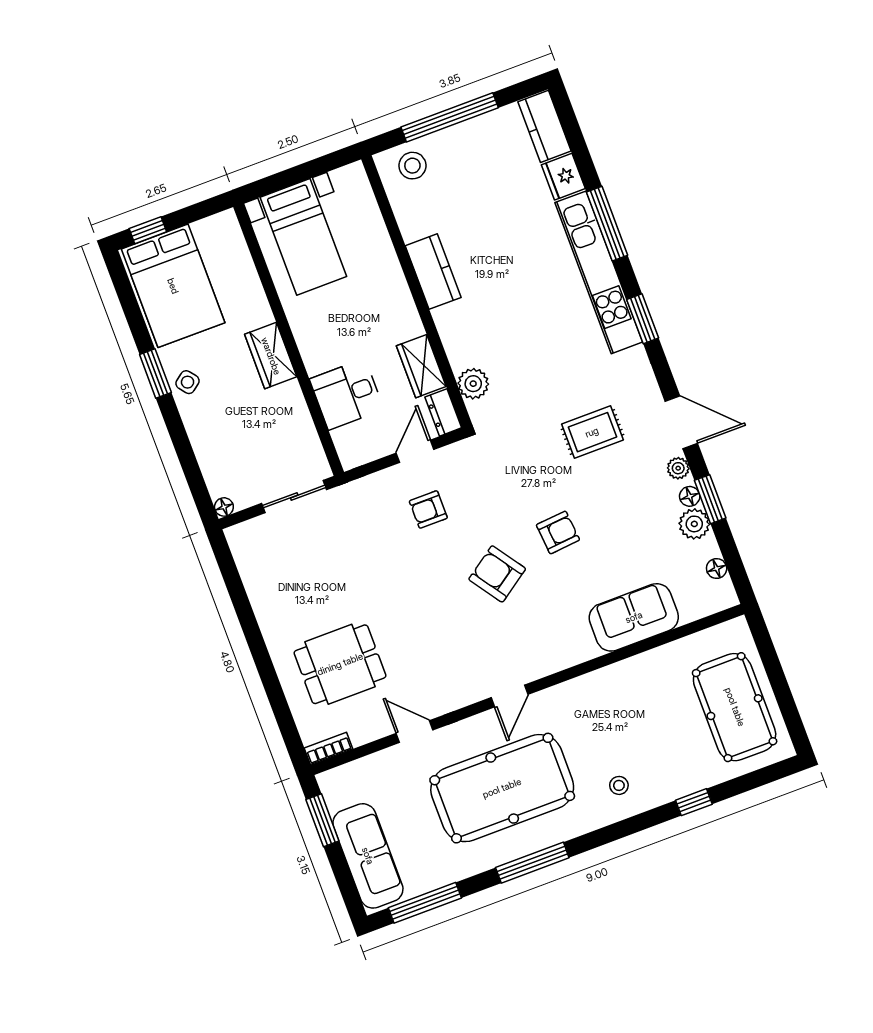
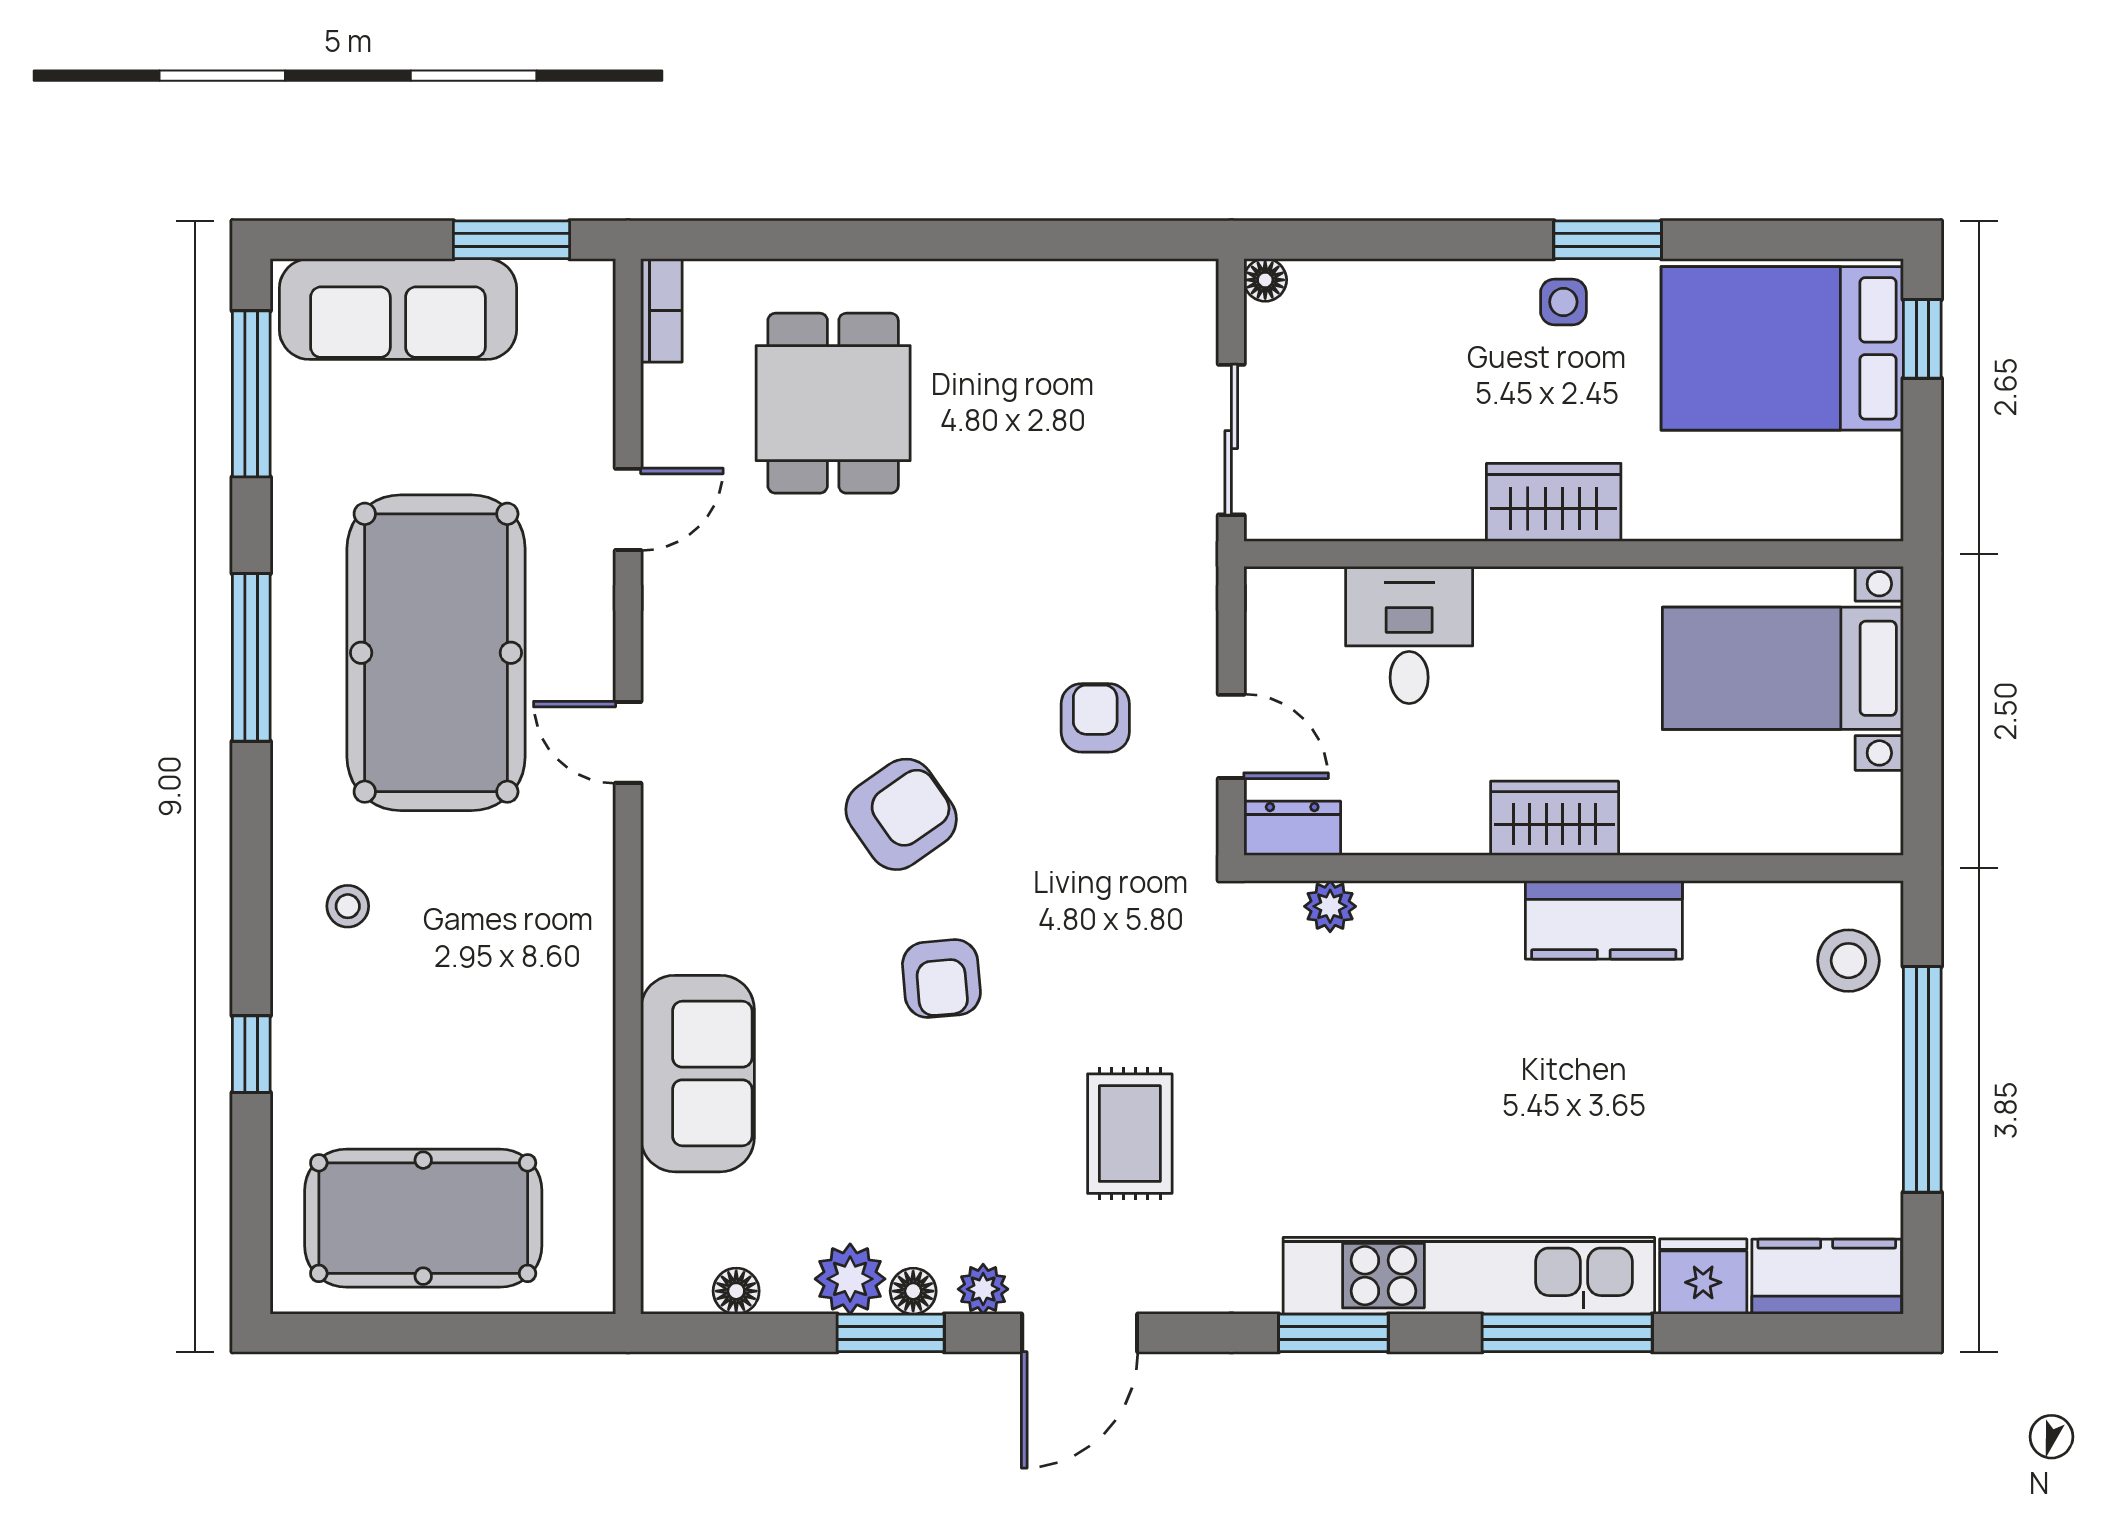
wardrobe: (421, 366) -> (1555, 818), moved
side table: (188, 382) -> (1563, 302), turned 38
plant: (473, 384) -> (1330, 906), width x0.73, depth x0.73

